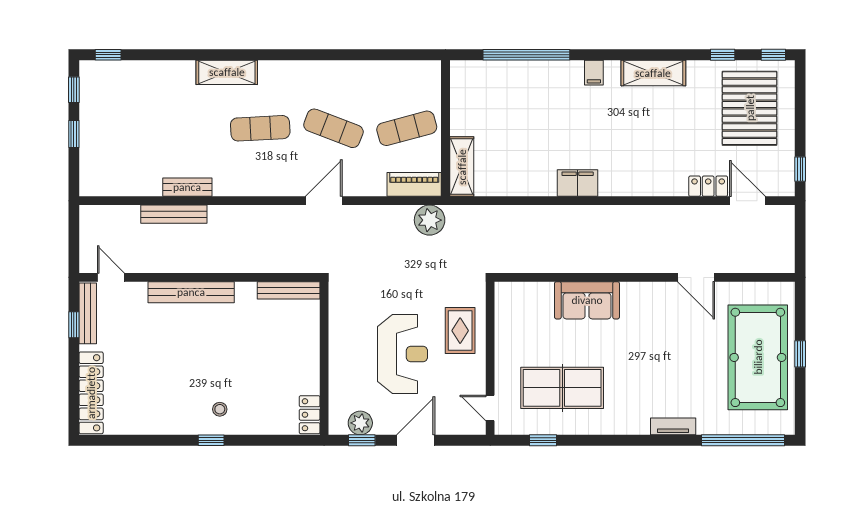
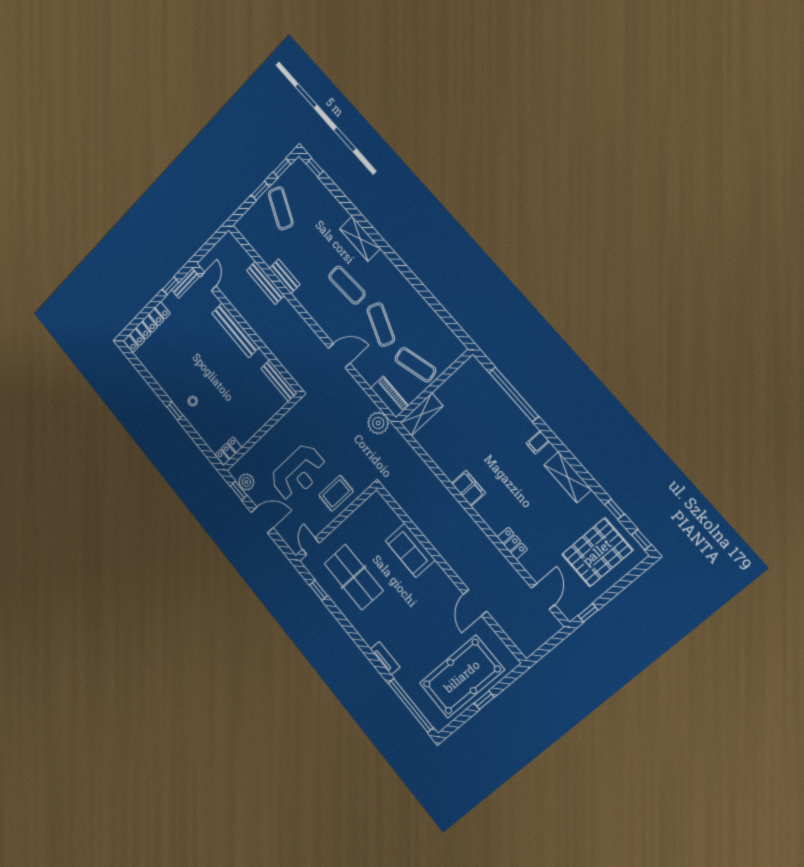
exercise mat: (114, 128) -> (281, 208), added
locker: (708, 186) -> (512, 543), moved
bench: (88, 313) -> (185, 283), width x0.73

